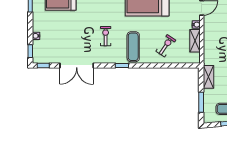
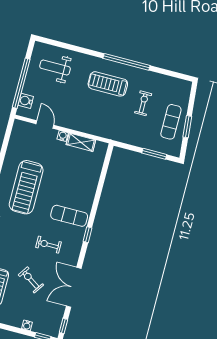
exercise bike: (166, 46) -> (31, 280), moved
double door: (77, 66) -> (74, 287), swing flipped
shelving: (208, 77) -> (127, 138), removed

